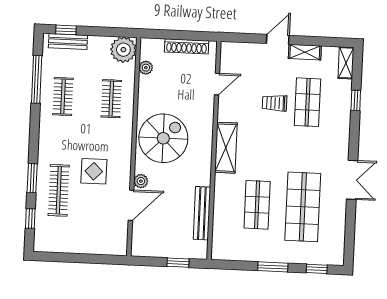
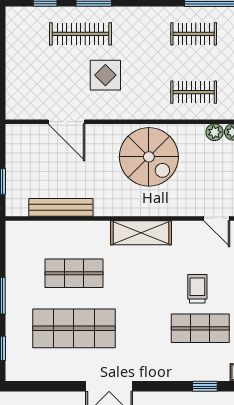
plant: (141, 181) -> (214, 132), moved

